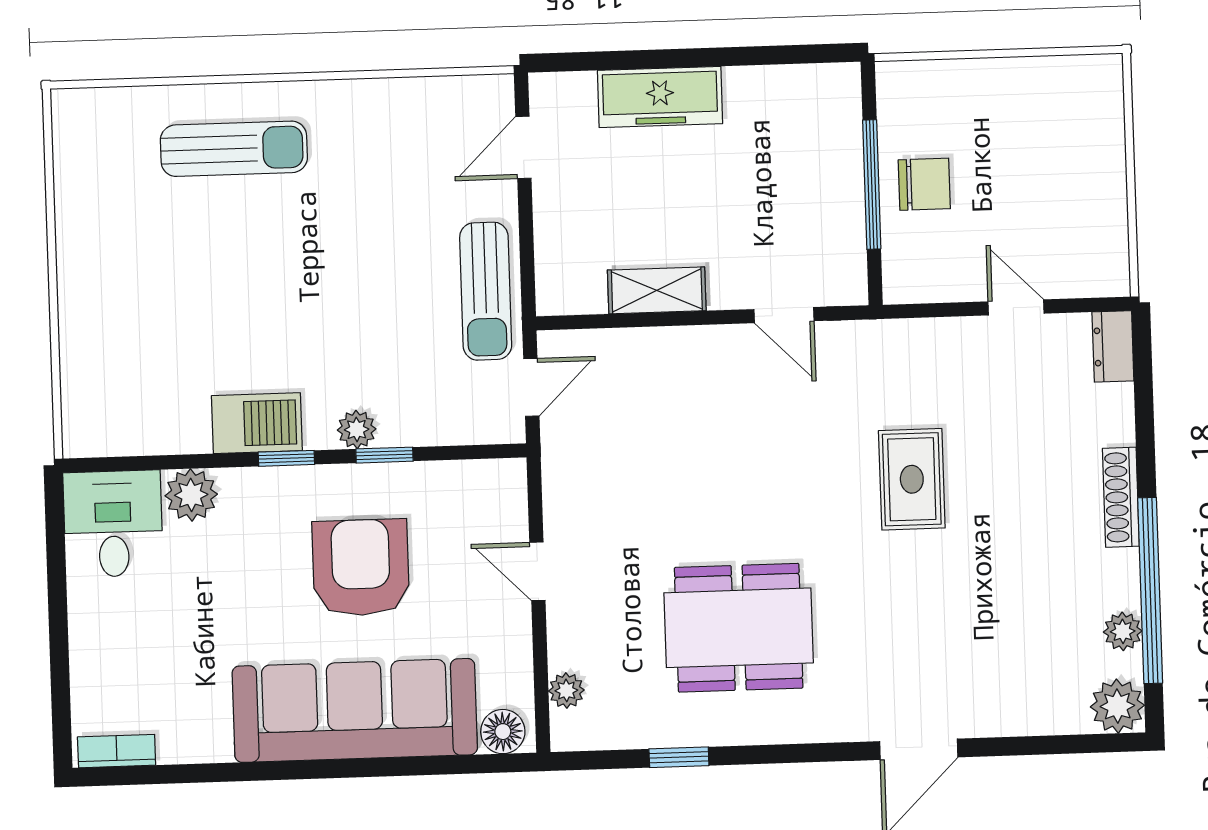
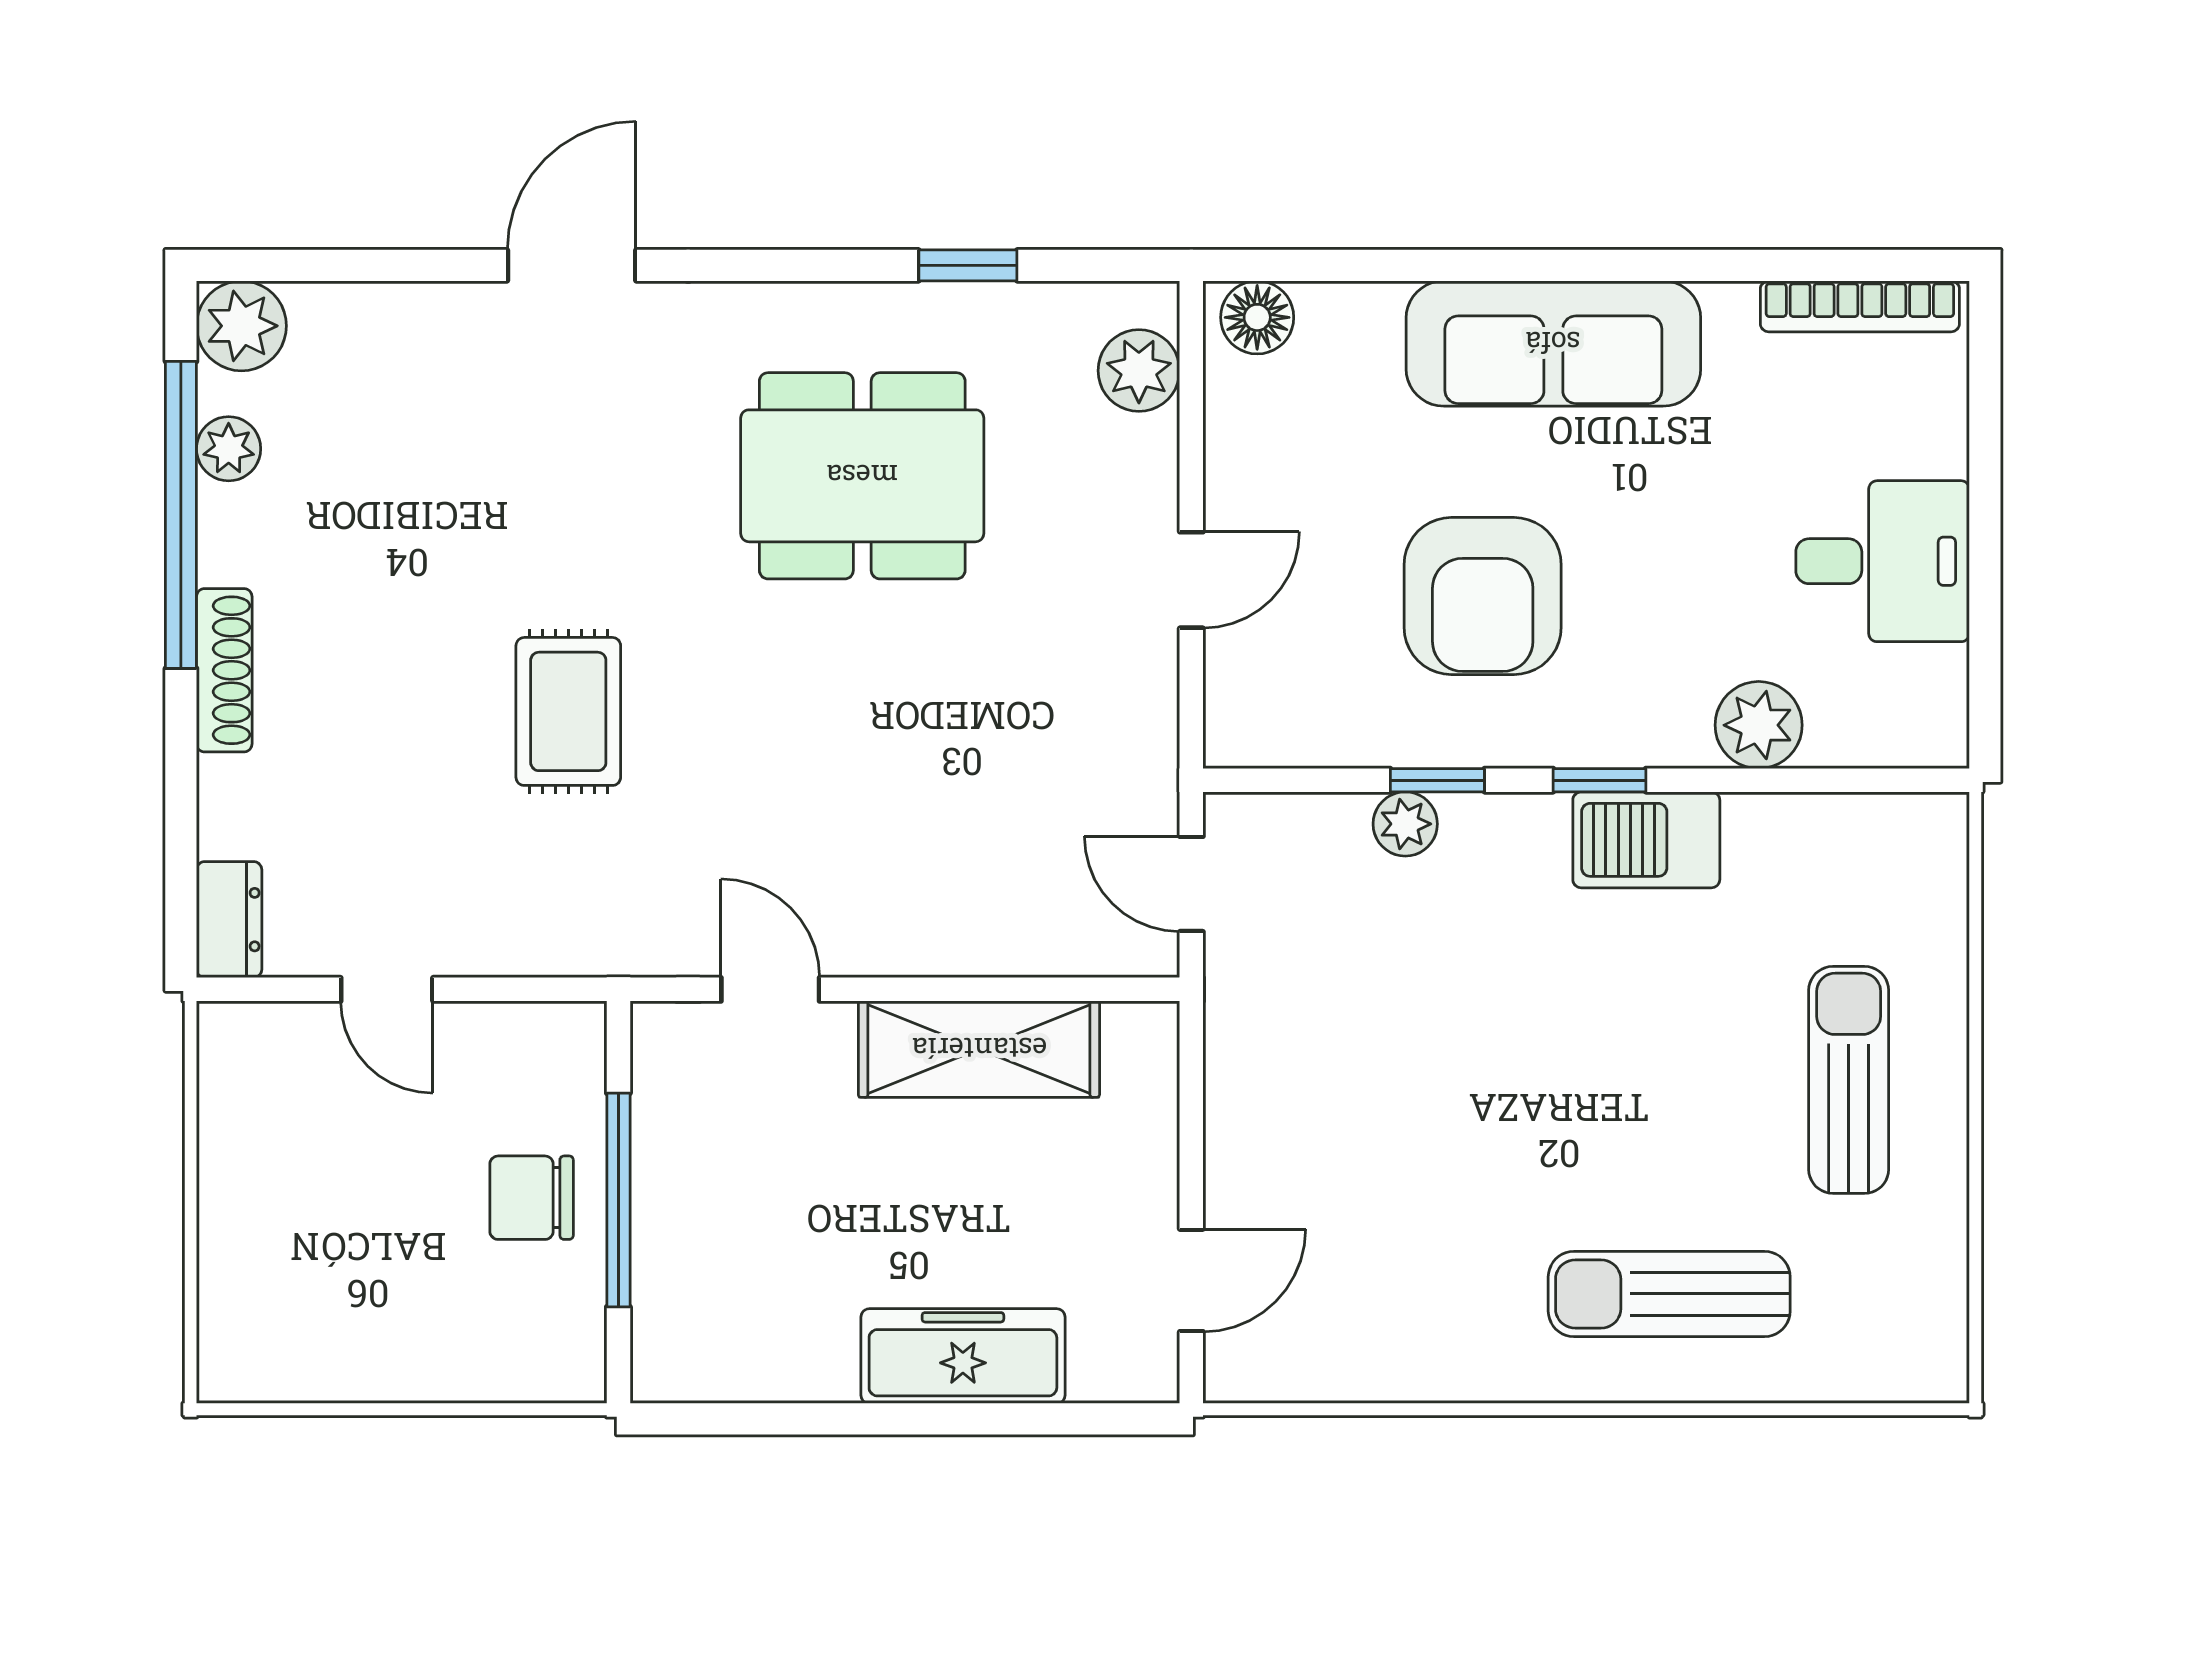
shelving: (657, 290) -> (979, 1049), width x1.50, depth x1.33
sun lounger: (486, 291) -> (1849, 1080), moved
door: (531, 387) -> (1191, 884), hinge flipped
plant: (357, 429) -> (1405, 824), moved
desk: (113, 524) -> (1883, 561), moved, turned -90
door: (537, 571) -> (1191, 580), hinge flipped
plant: (566, 690) -> (1139, 371), width x1.38, depth x1.38
sofa: (355, 710) -> (1553, 343), width x0.74, depth x0.79
bookcase: (117, 751) -> (1860, 306), width x1.56

